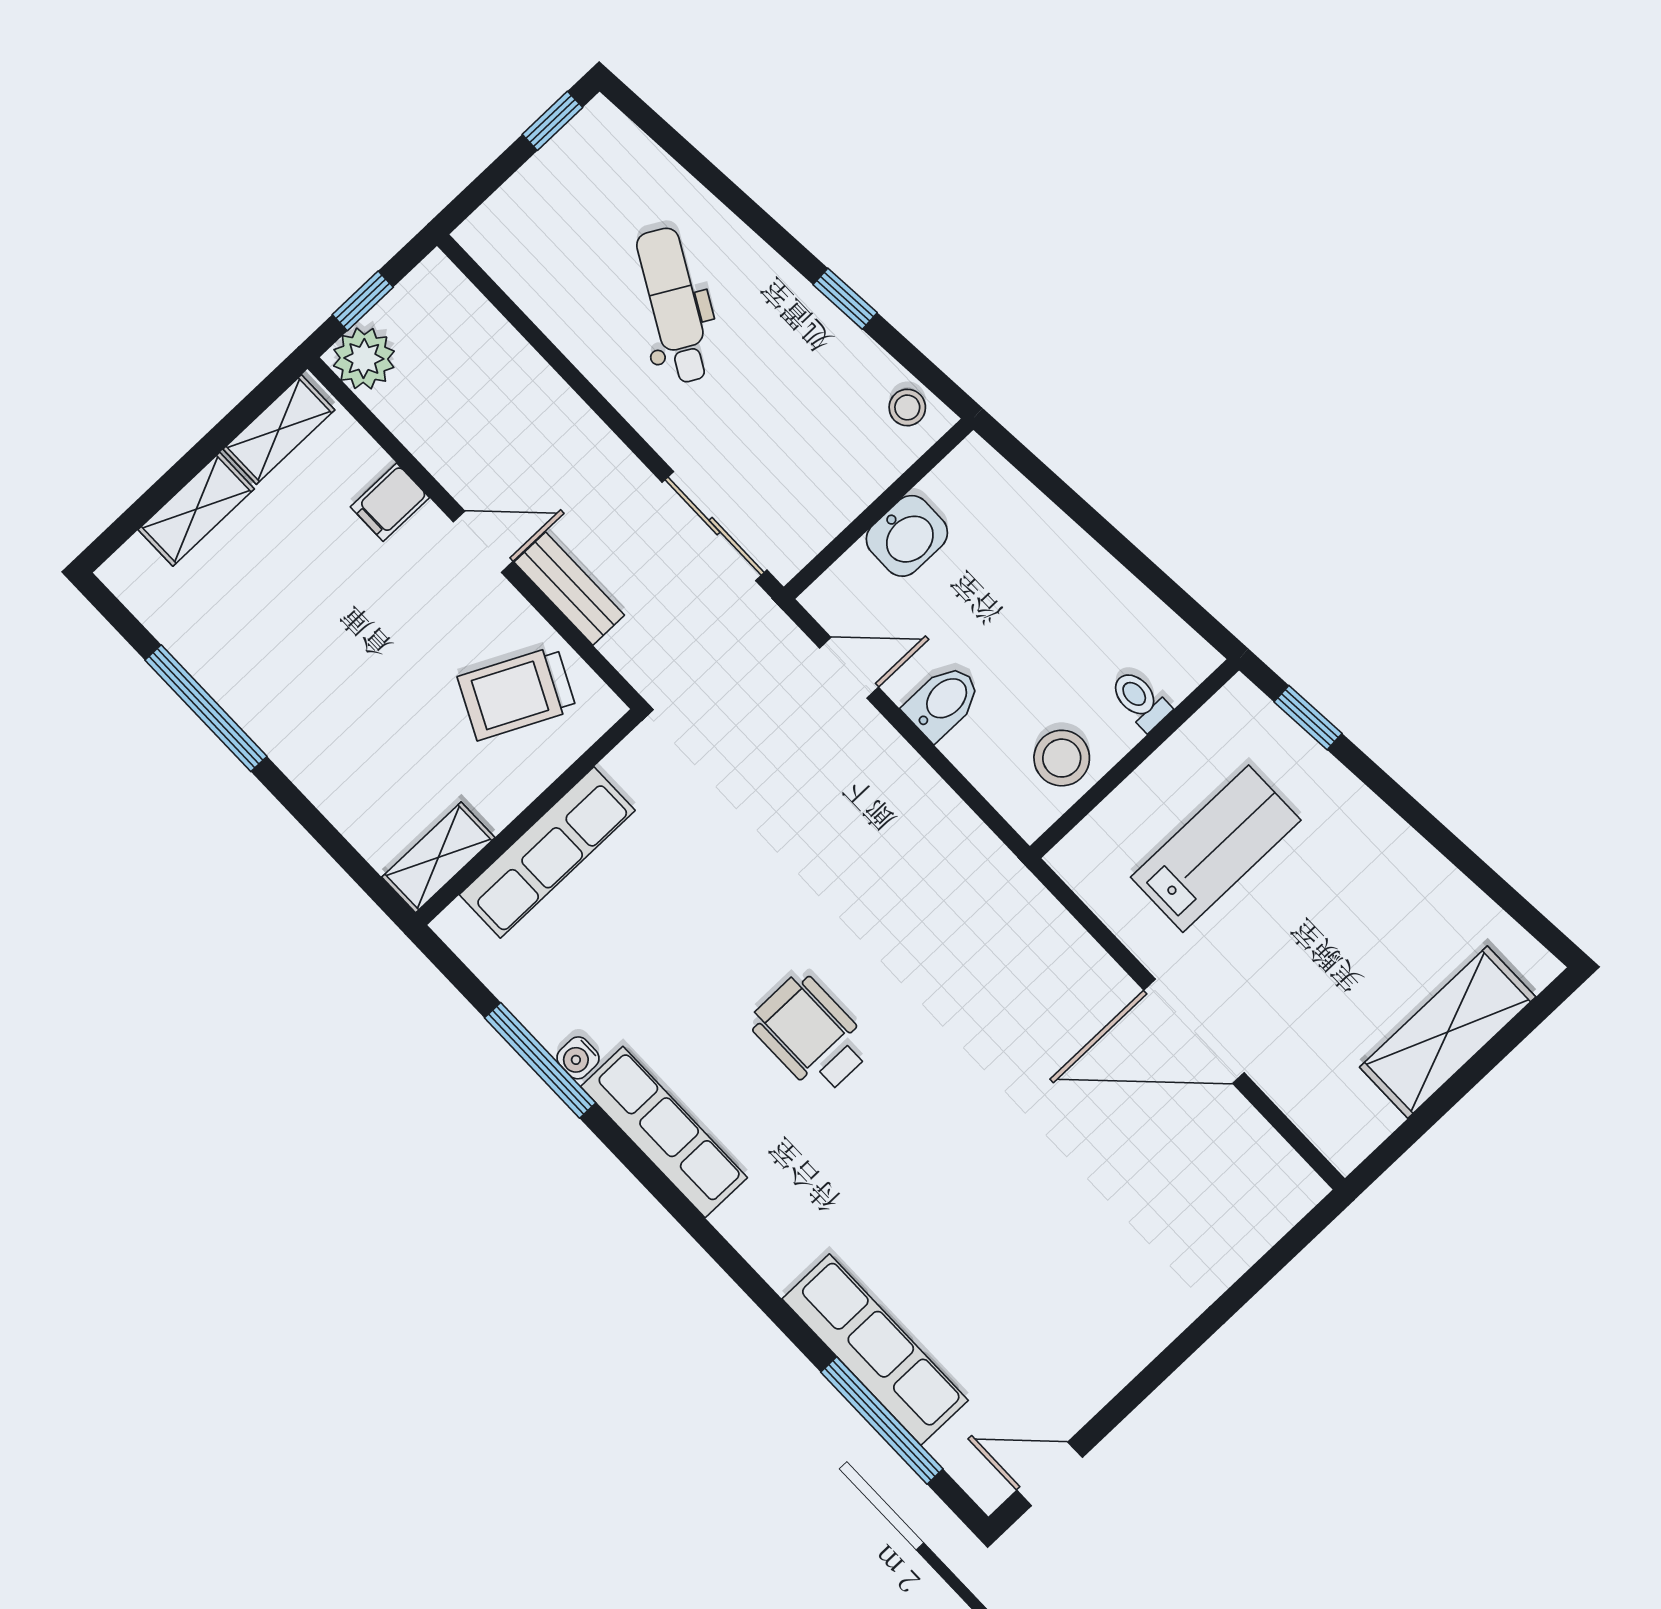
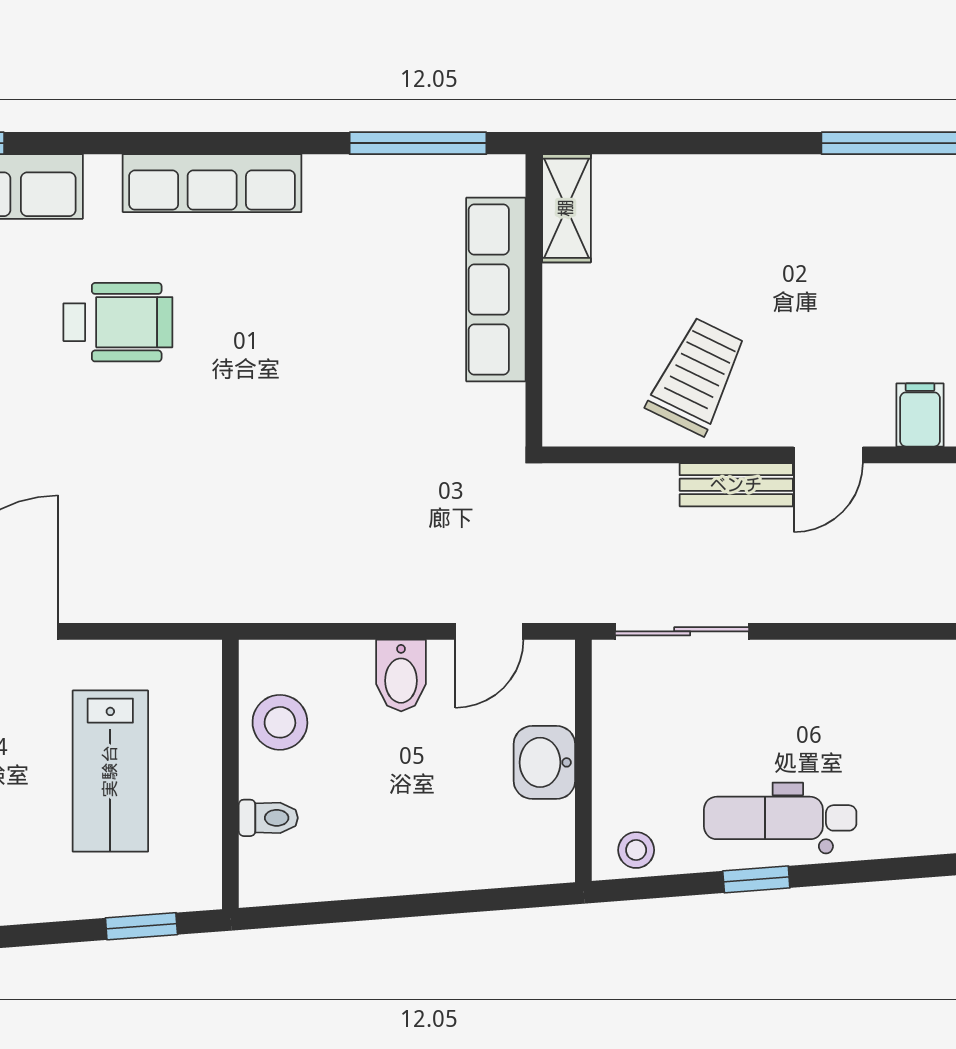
dental chair: (674, 306) -> (780, 818), moved, turned 151
wall: (529, 817) -> (534, 300), moved
row of seats: (547, 853) -> (496, 290), moved
shelving: (438, 857) -> (566, 208), moved
wheelchair: (811, 1035) -> (118, 322), moved
water cooler: (578, 1058) -> (394, 172), removed
row of seats: (664, 1132) -> (212, 183), moved

